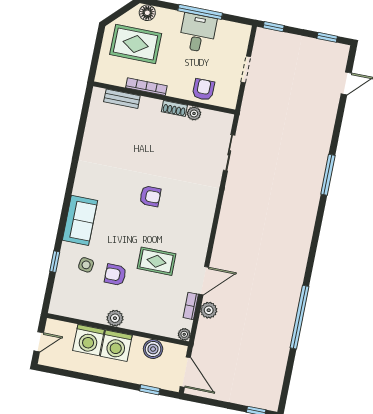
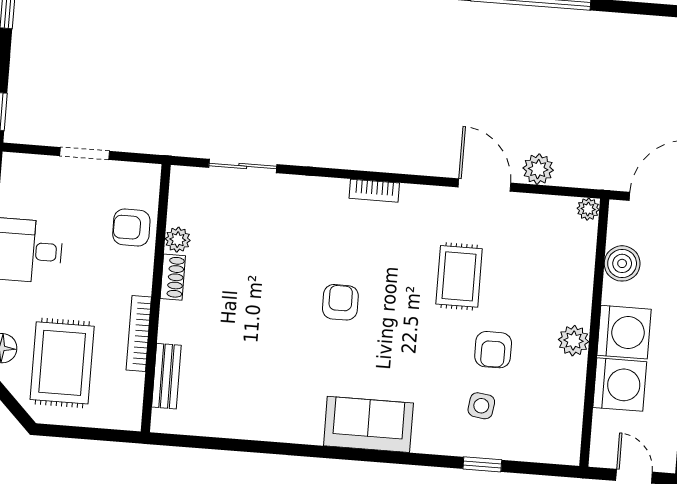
sofa: (80, 220) -> (368, 424), moved
bookcase: (191, 306) -> (374, 191), moved

